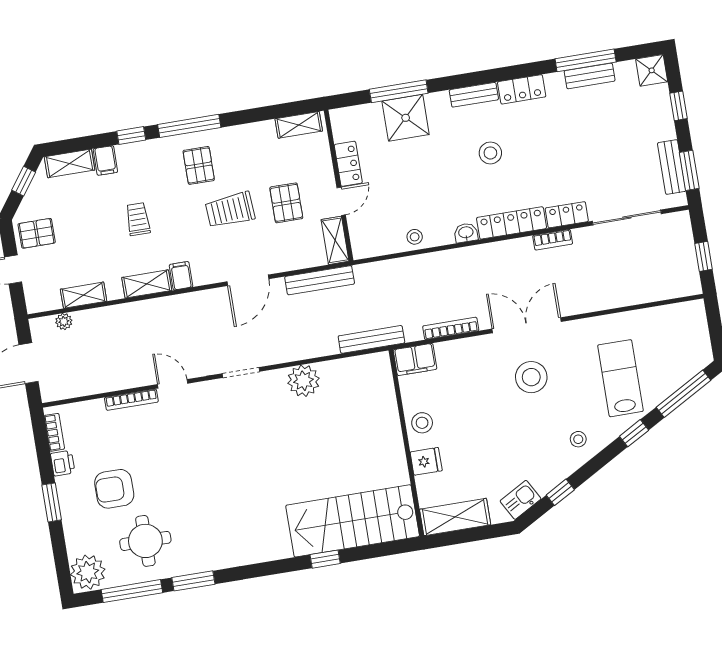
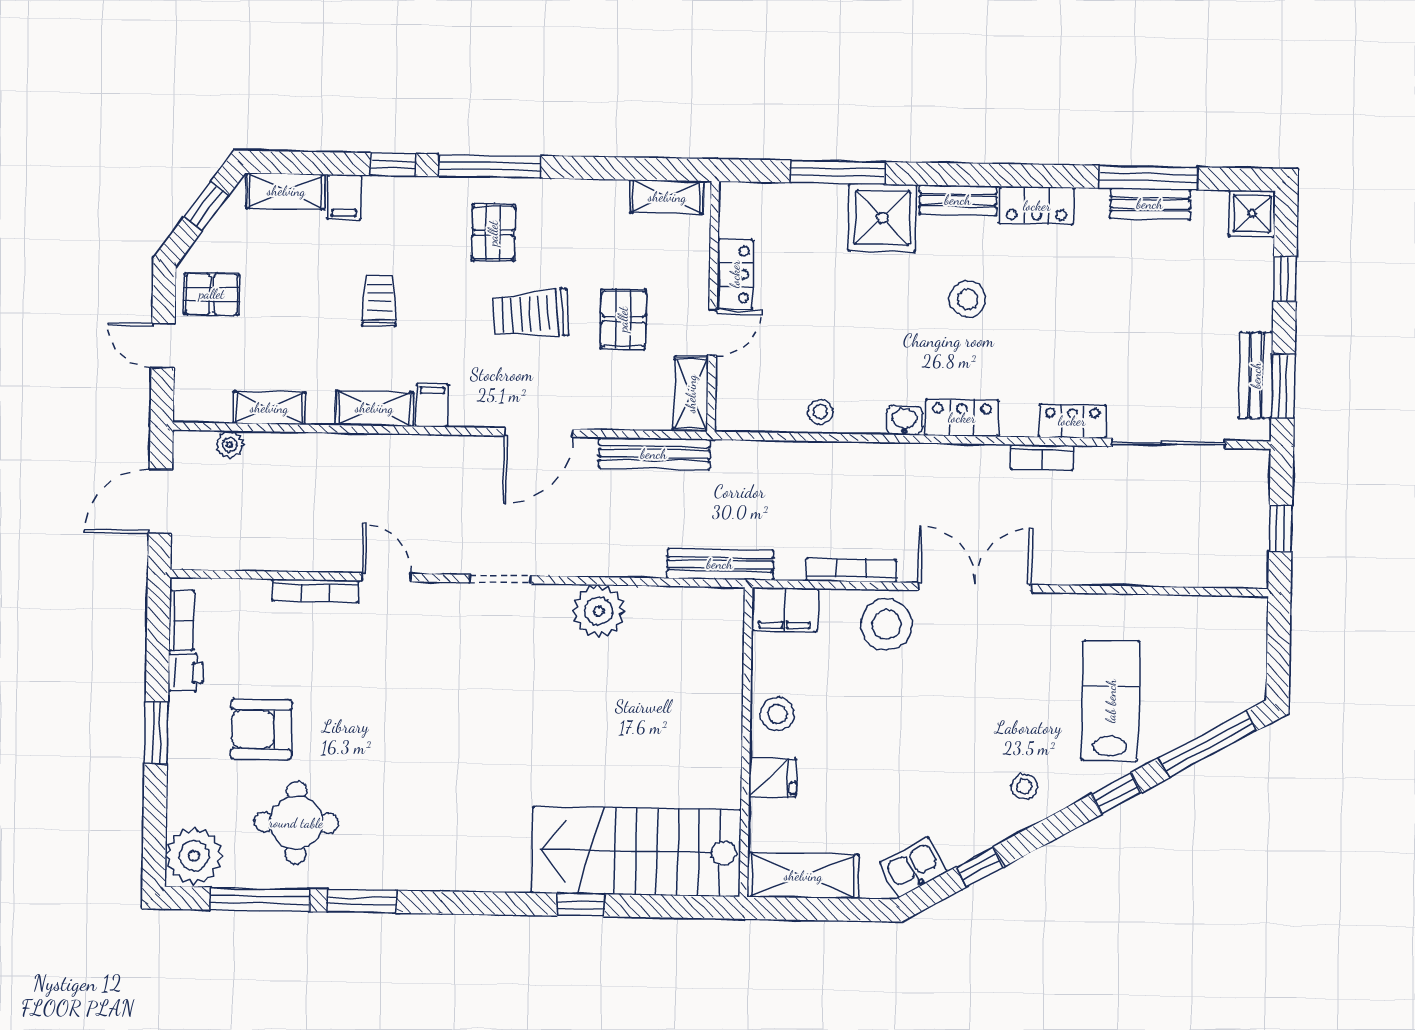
shower: (406, 118) -> (882, 218), moved
locker: (512, 223) -> (962, 418), width x0.66
stool: (531, 377) -> (887, 624), moved

